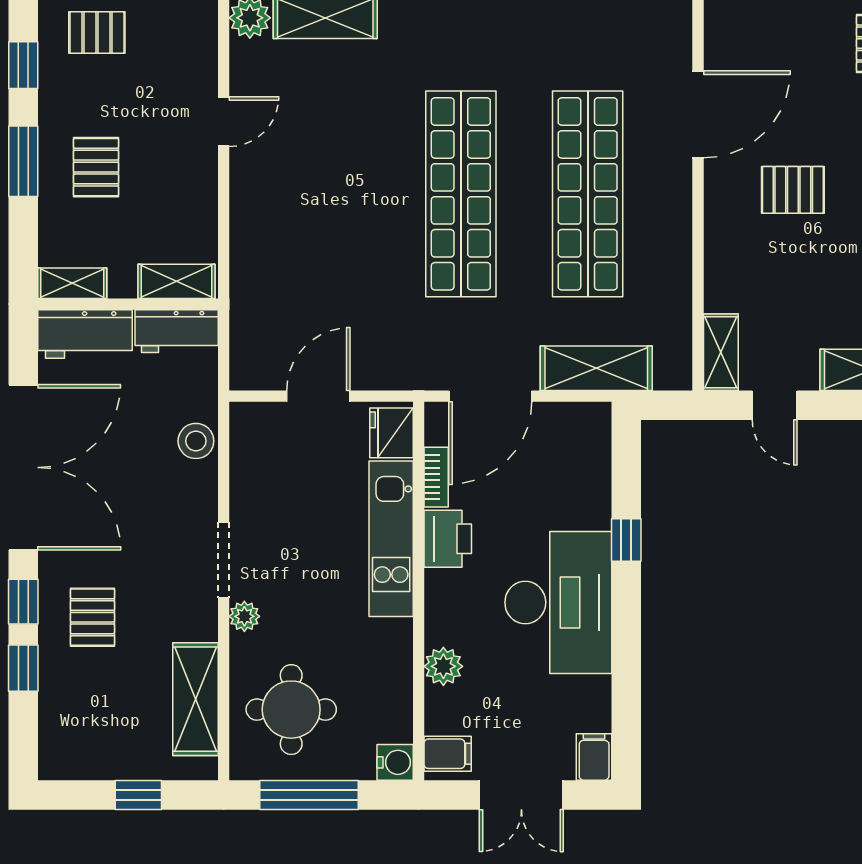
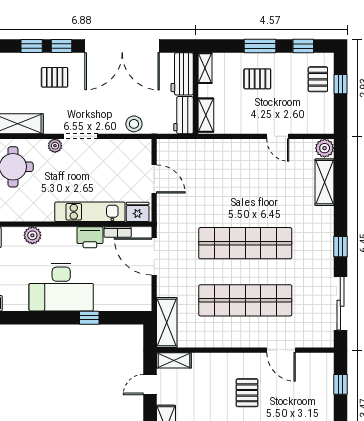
door: (698, 114) -> (281, 350), width x0.73
shelving: (596, 368) -> (167, 322), moved

